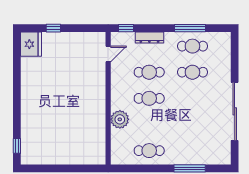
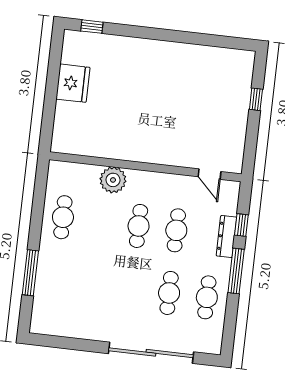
window: (126, 28) -> (241, 225), moved
window: (190, 28) -> (236, 271), moved
fridge: (31, 44) -> (73, 83), moved, turned -90
sliding door: (235, 111) -> (151, 353), moved

